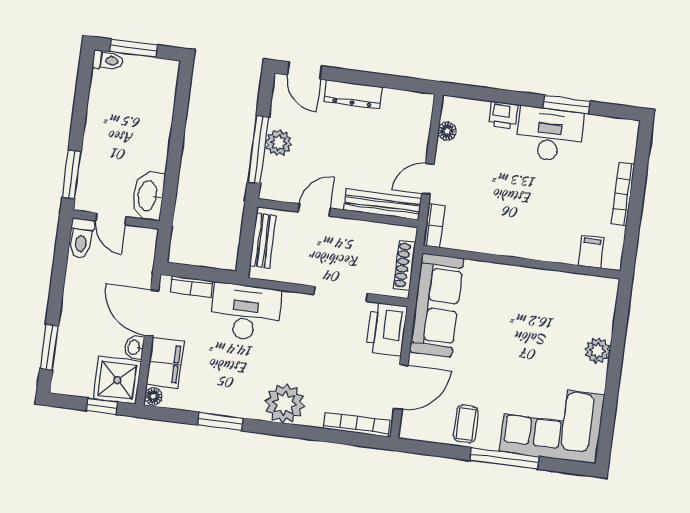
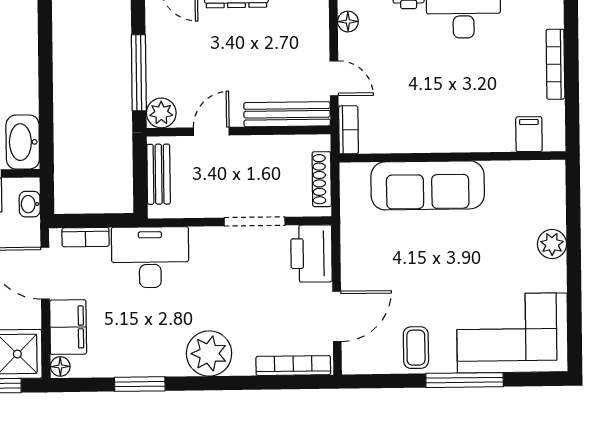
plant: (279, 143) -> (161, 113), moved
door: (428, 179) -> (334, 78), swing flipped
sofa: (437, 305) -> (428, 185), moved, turned 90
washbasin: (134, 347) -> (30, 204), moved

